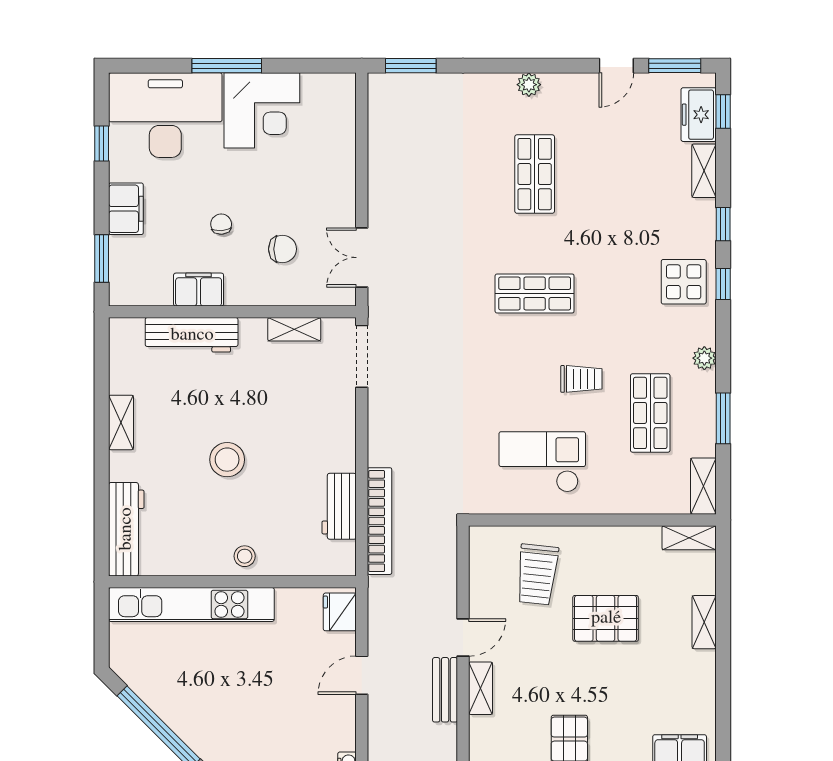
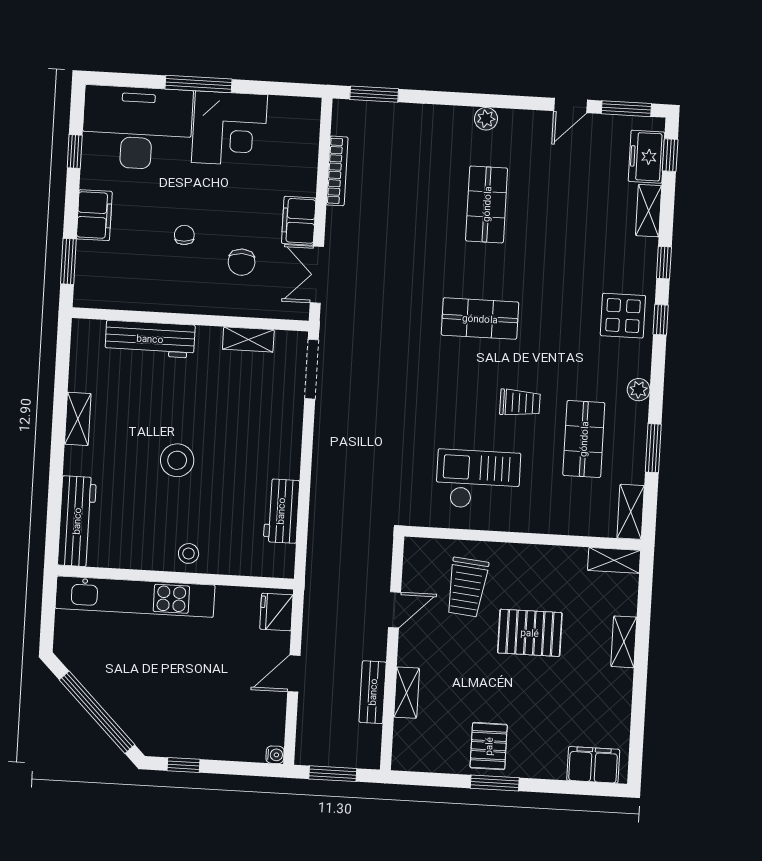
chair: (282, 249) -> (242, 262), turned 90
filing cabinet: (199, 290) -> (299, 221), moved, turned -90
bookcase: (380, 521) -> (337, 171), moved, width x0.68, depth x0.76
door: (463, 638) -> (395, 610), moved

